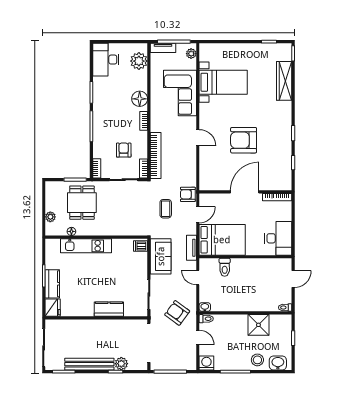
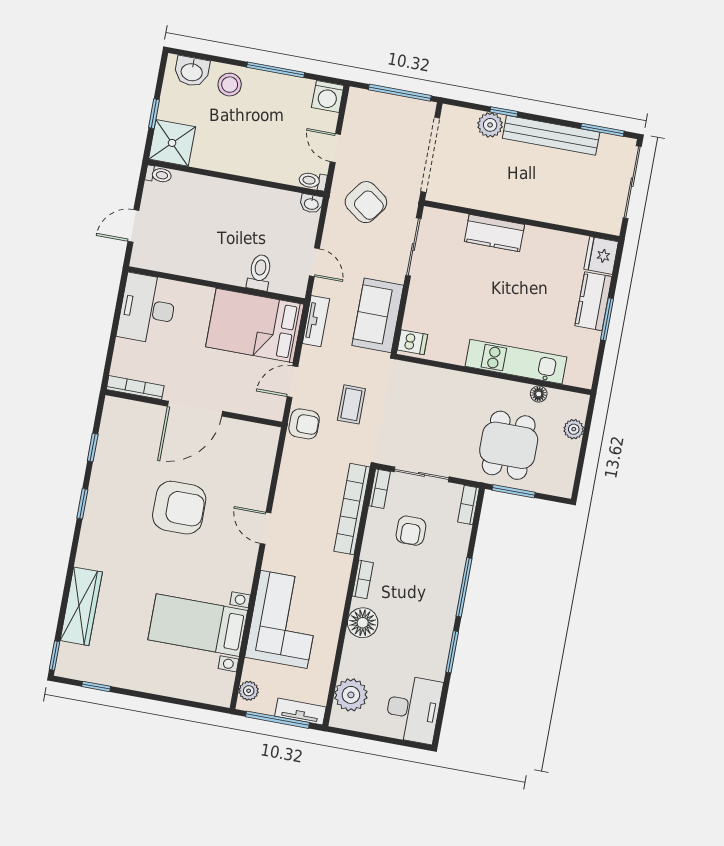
shower: (258, 325) -> (172, 143), moved

